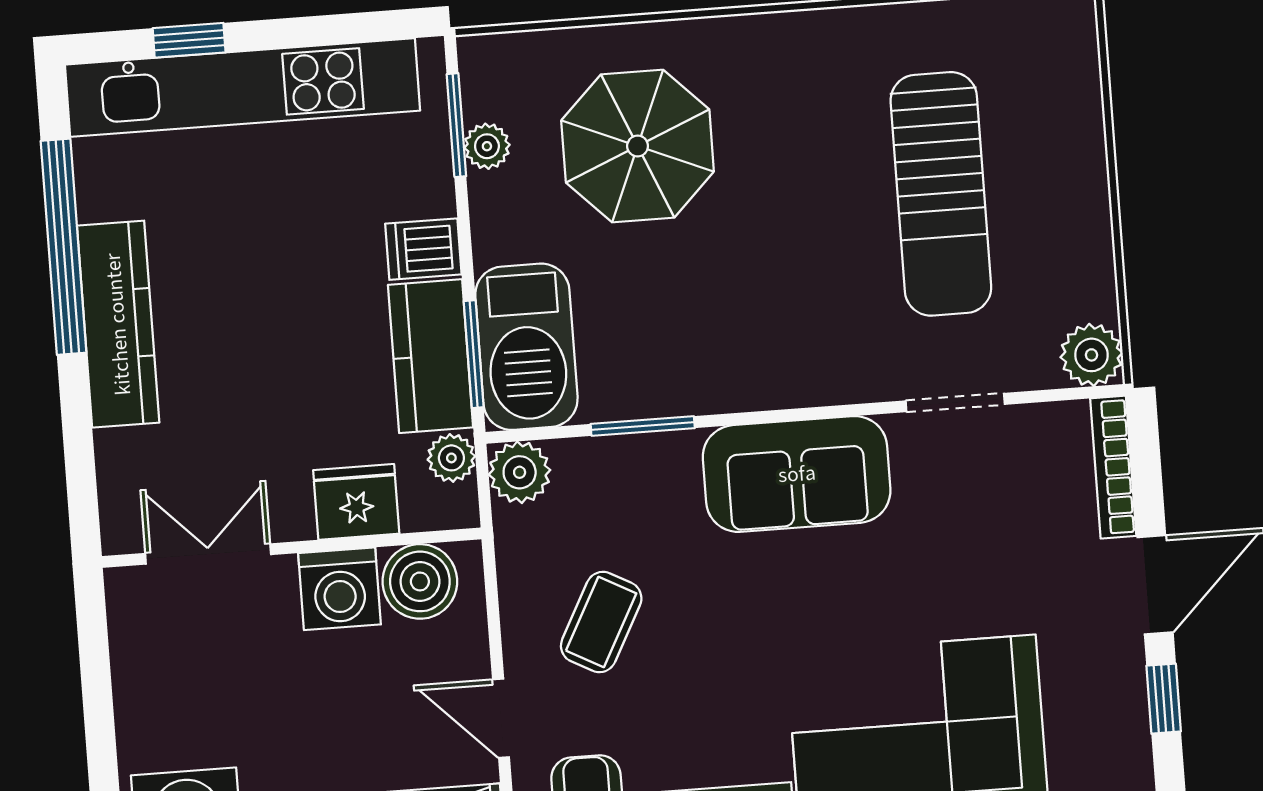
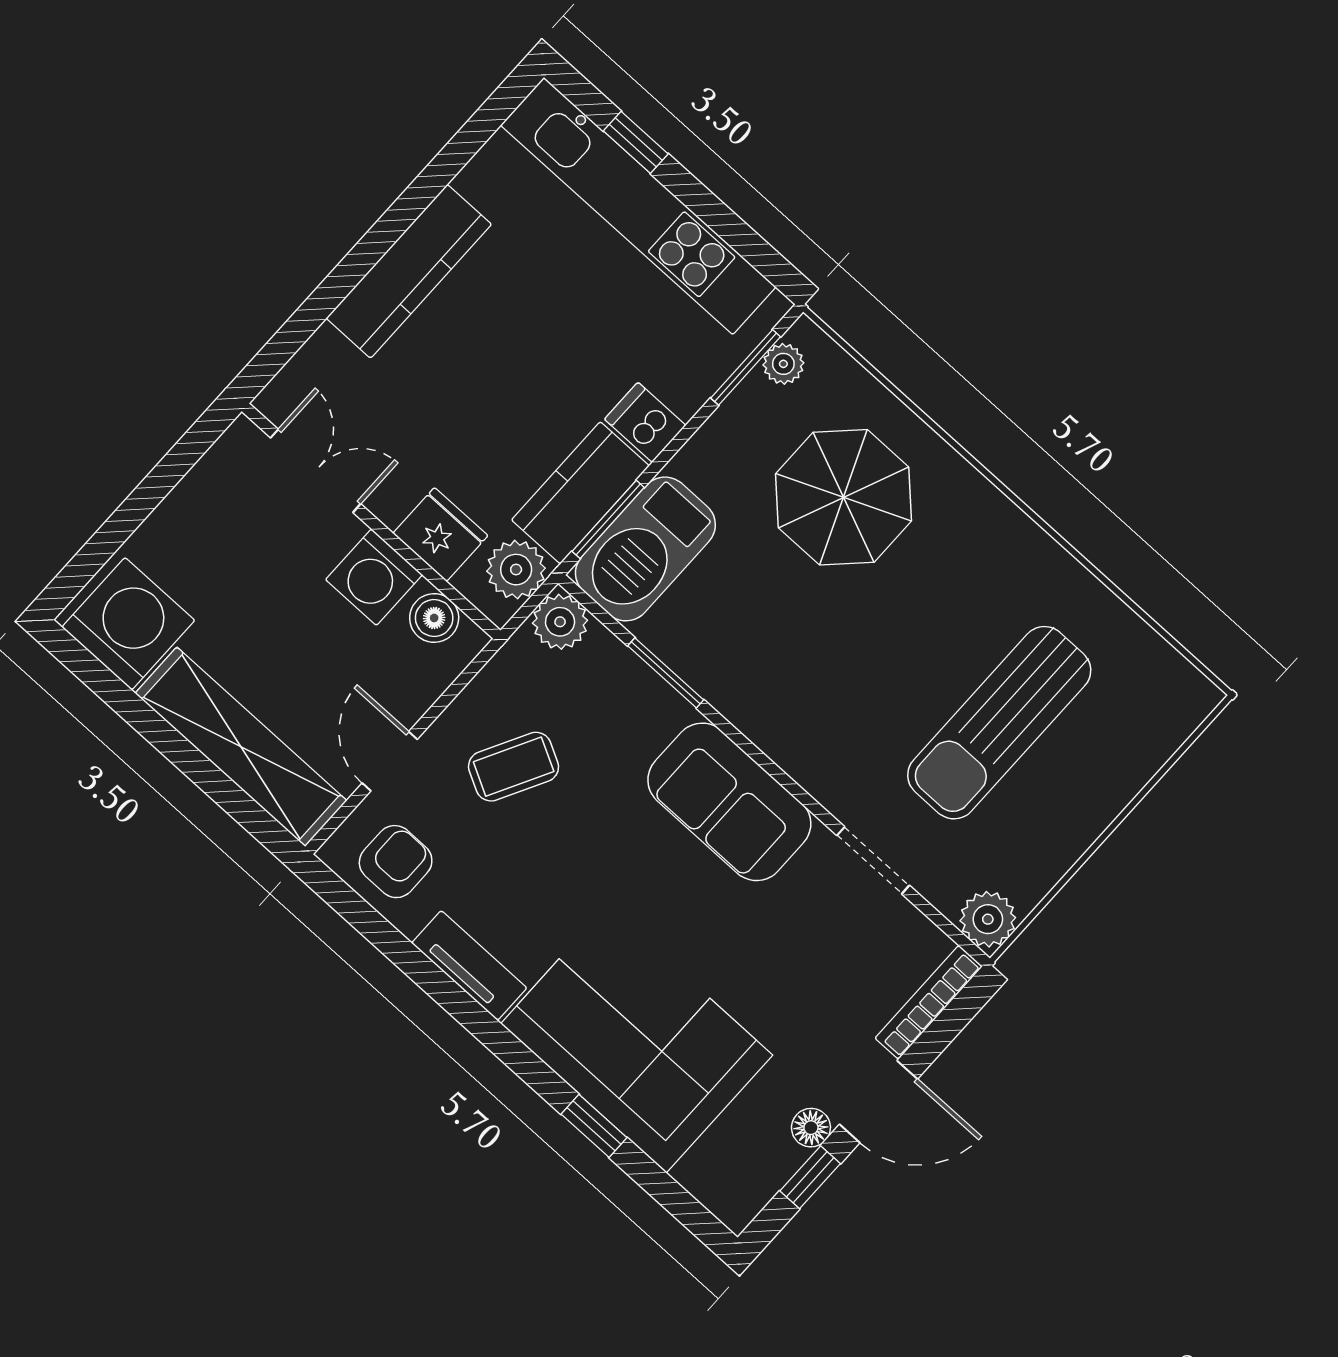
plant: (487, 146) -> (783, 364), moved
window: (64, 247) -> (425, 188), removed
plant: (451, 458) -> (516, 570), width x1.38, depth x1.38
boiler: (420, 581) -> (434, 618), width x0.73, depth x0.73
floor lamp: (1124, 660) -> (811, 1128), added

